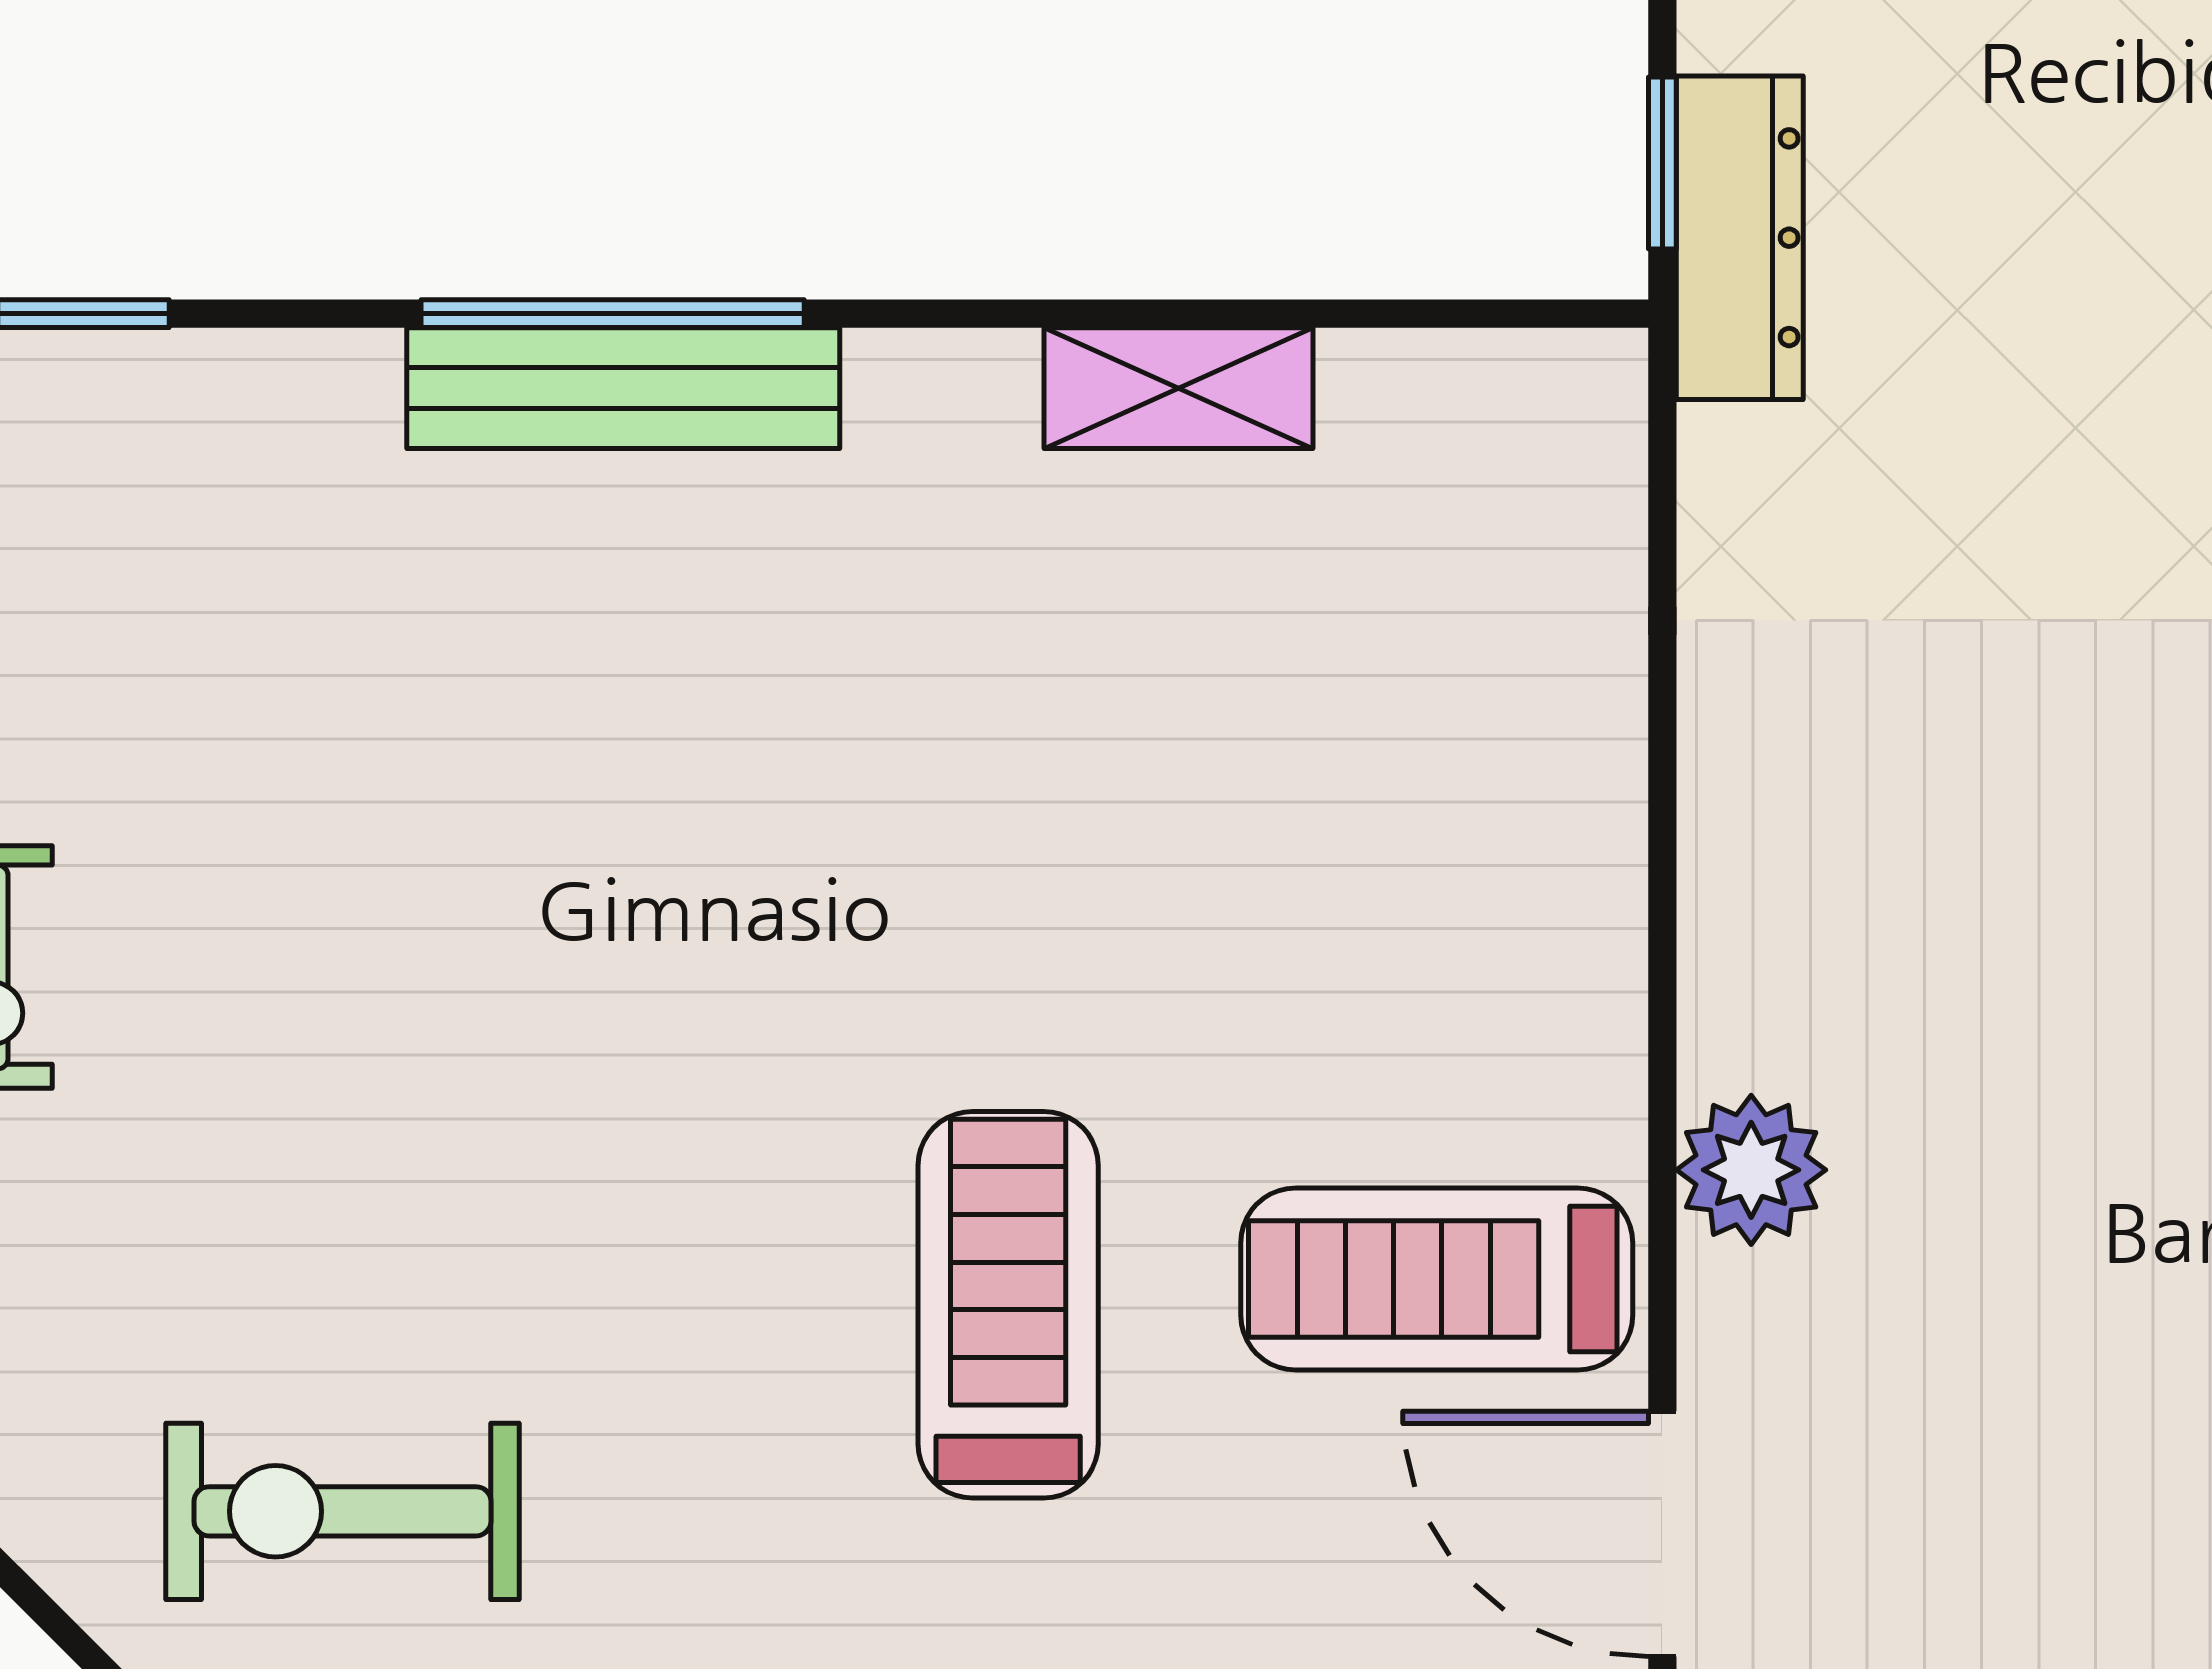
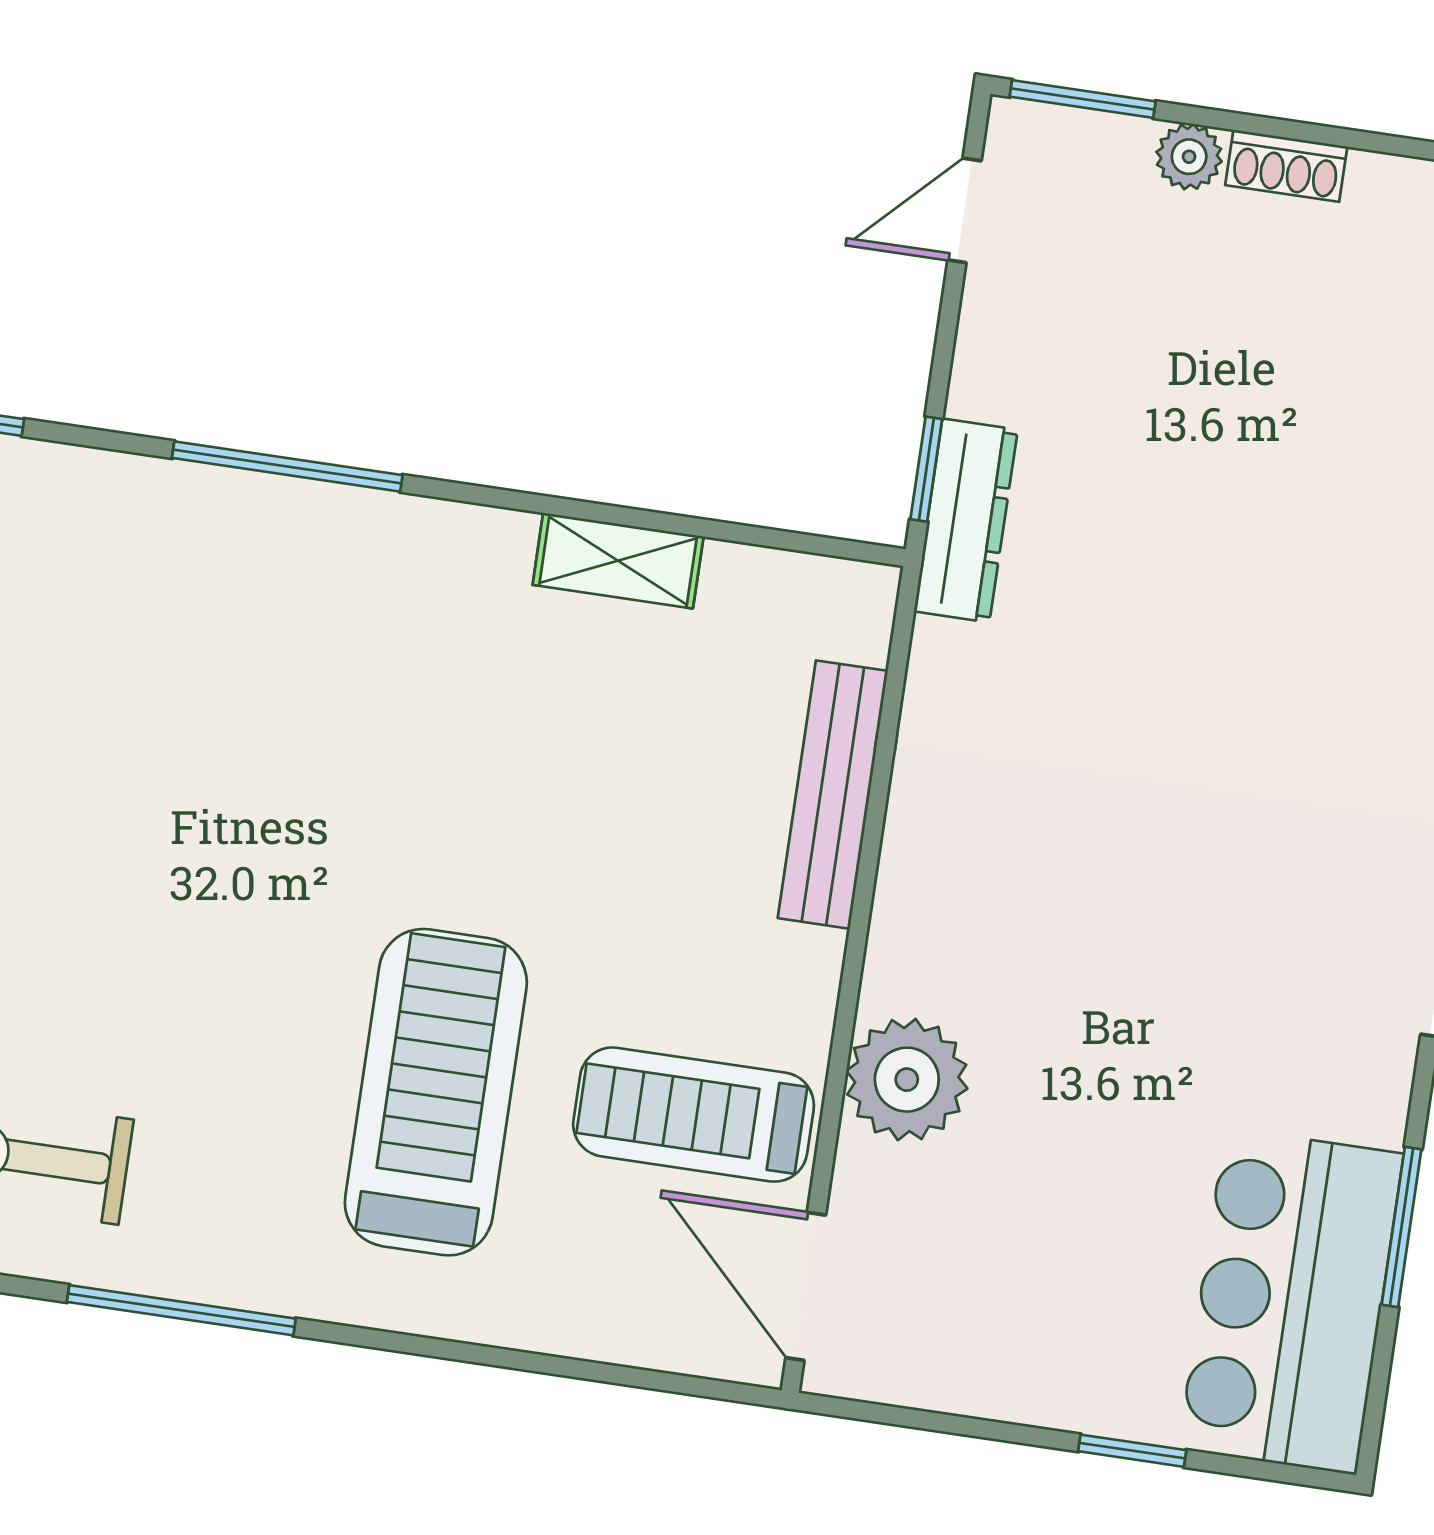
bench: (623, 388) -> (833, 795), moved, turned 90
plant: (1751, 1170) -> (907, 1080), width x1.36, depth x1.36
treadmill: (1008, 1305) -> (436, 1092), width x1.37, depth x1.38

